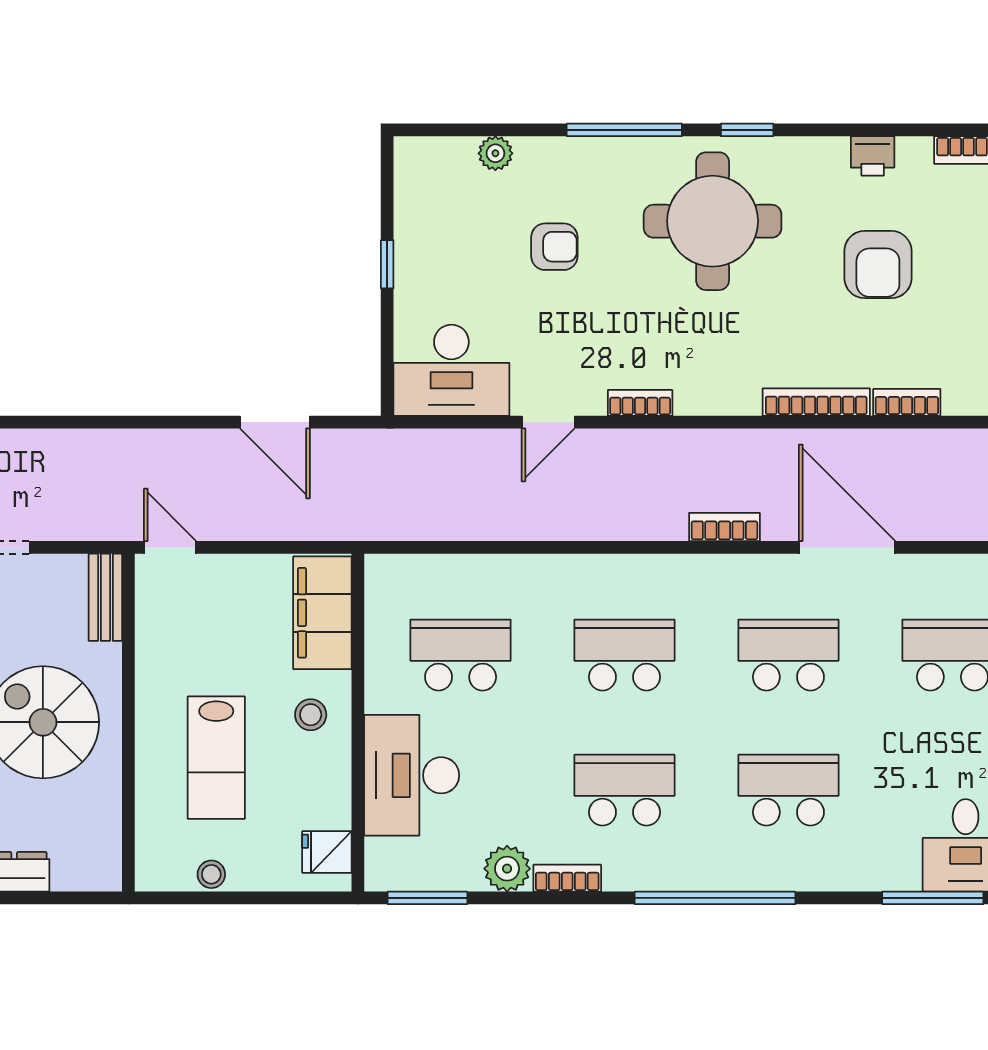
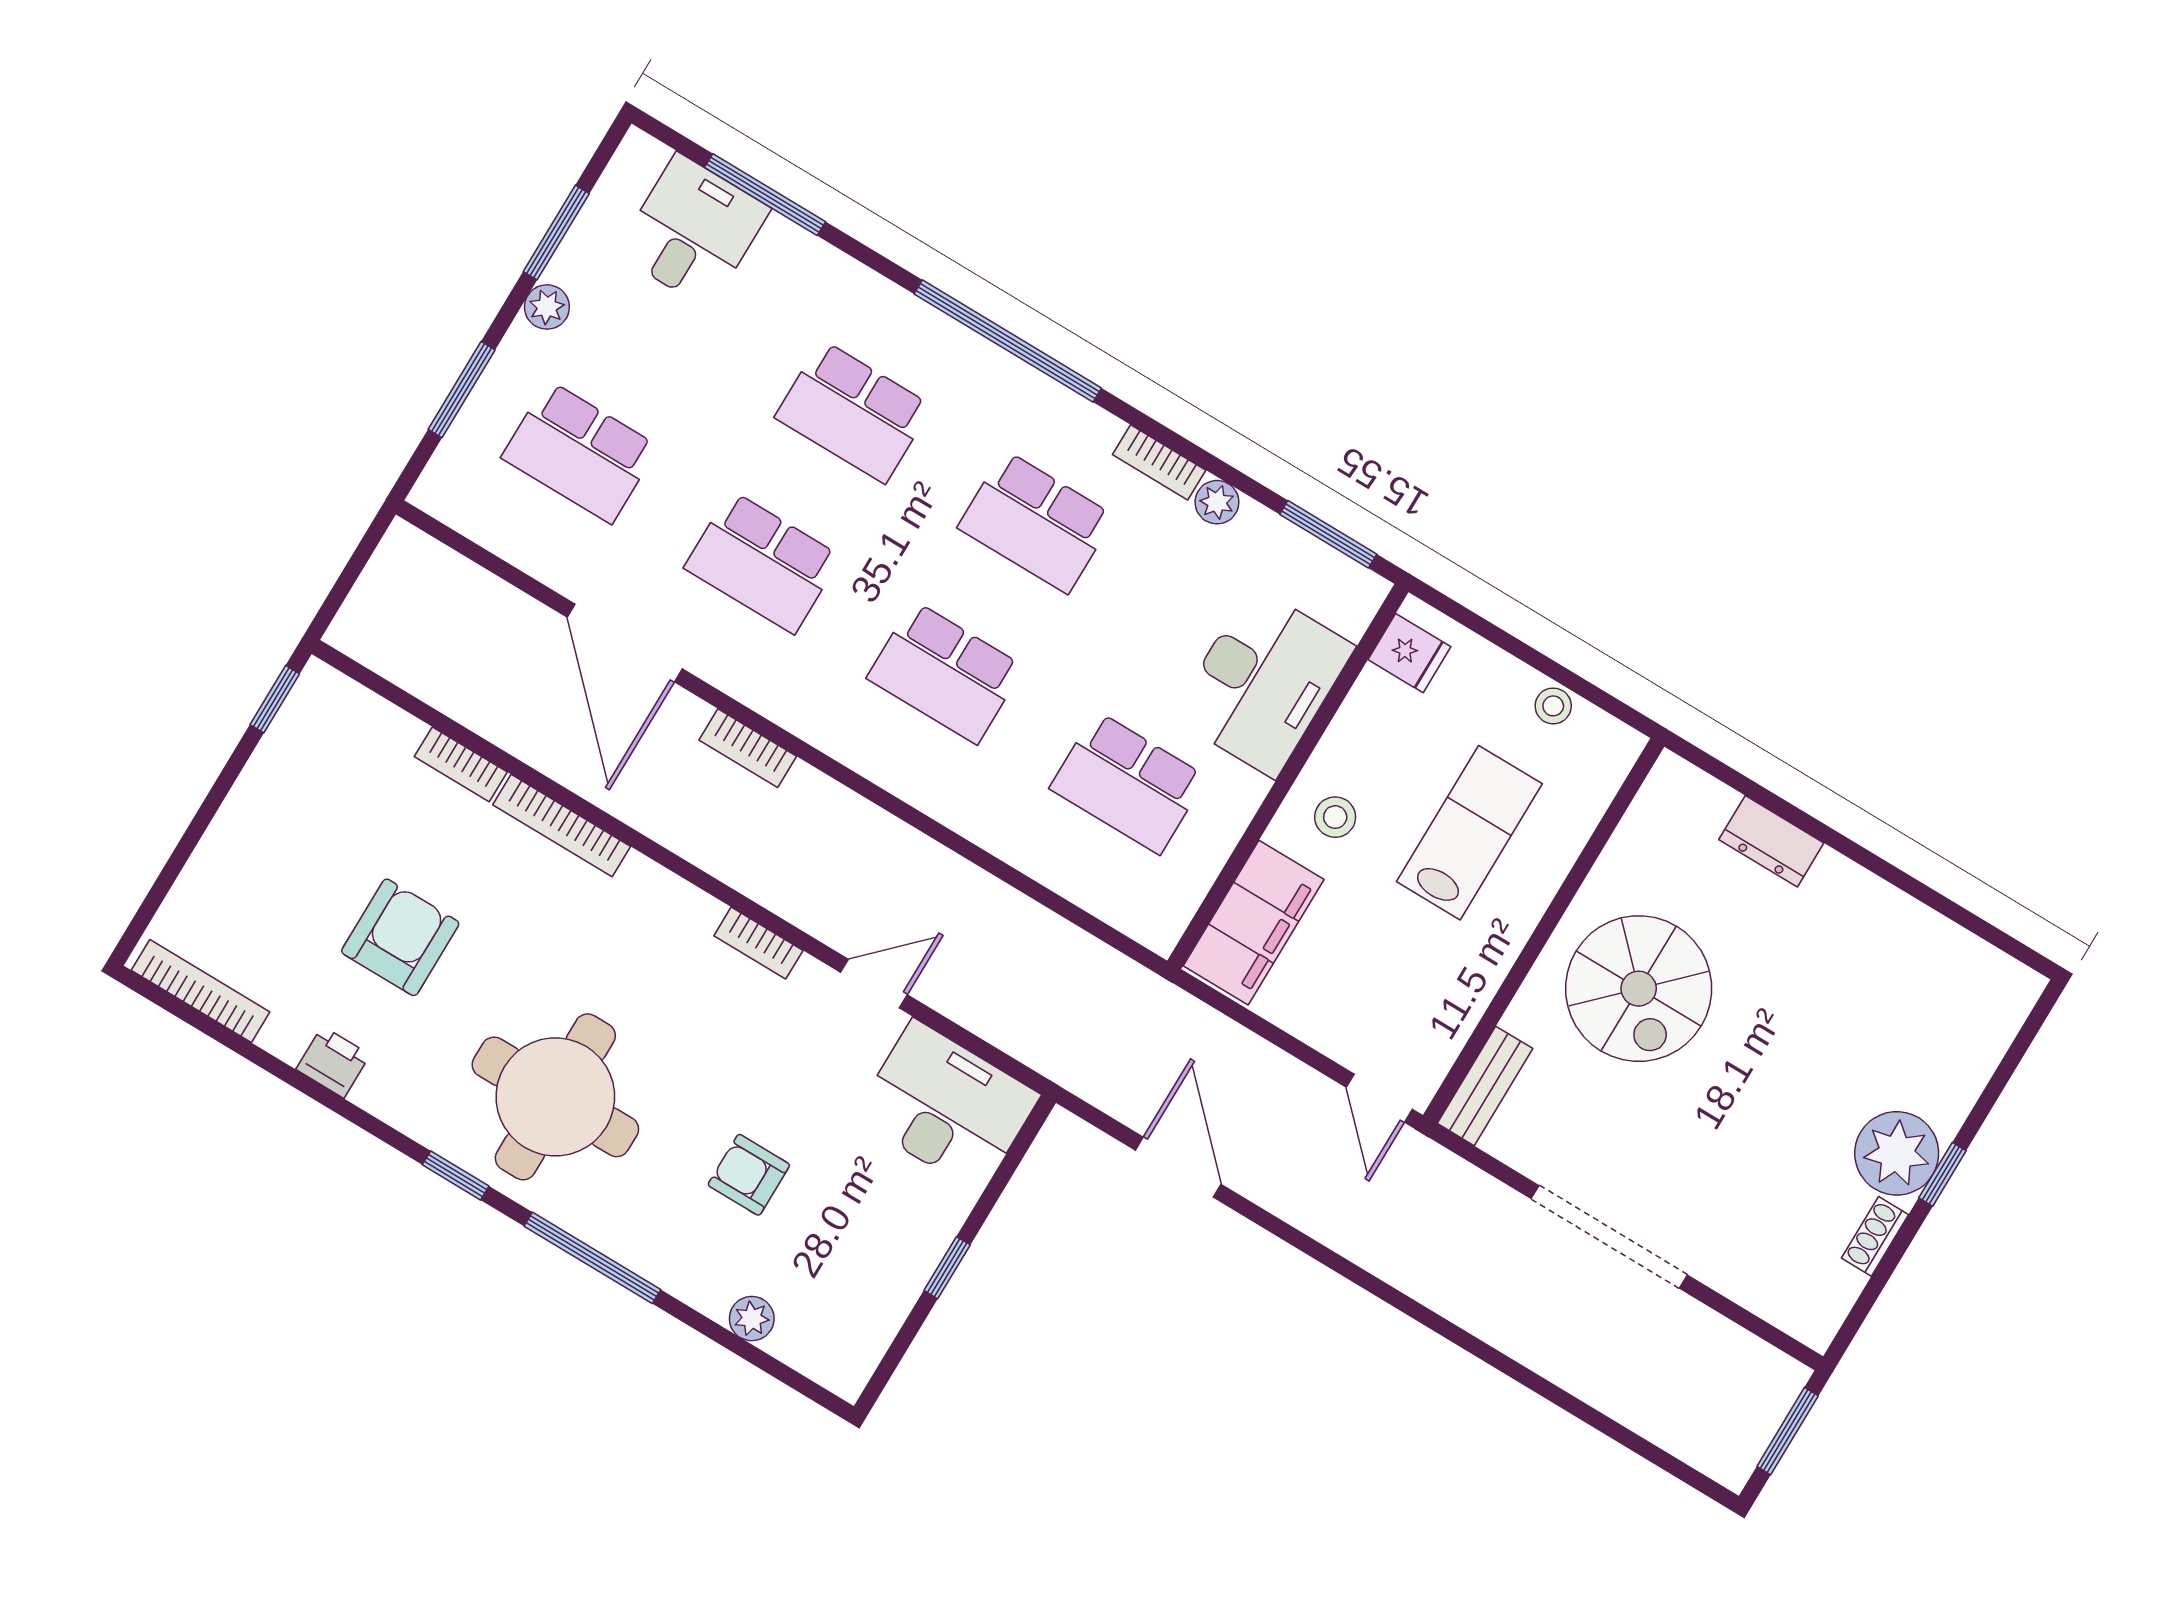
plant: (507, 869) -> (1217, 502), width x0.73, depth x0.73

